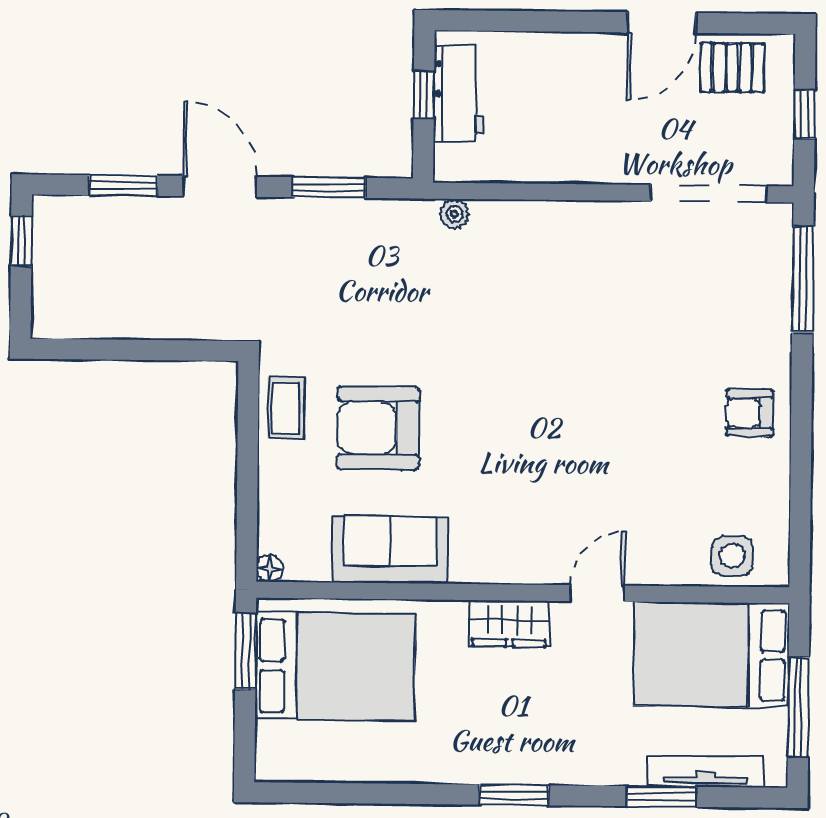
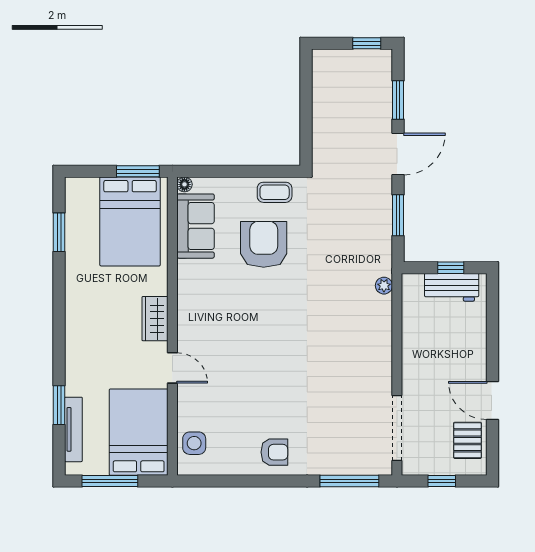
armchair: (750, 413) -> (274, 452), turned 90
sofa: (390, 550) -> (196, 226), moved
window: (514, 795) -> (59, 232), moved

